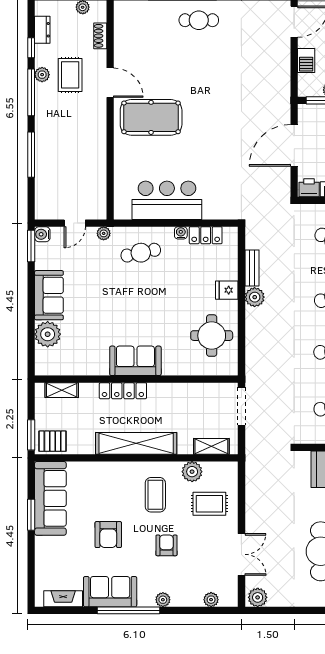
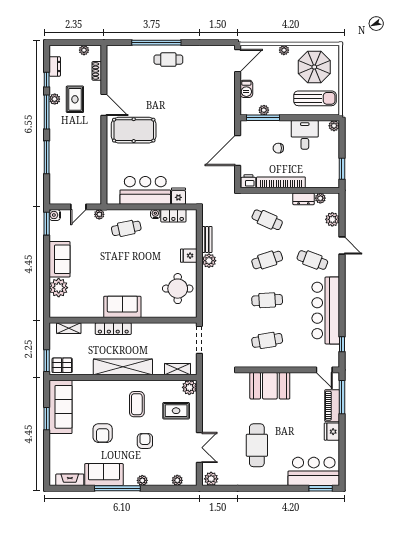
fridge: (213, 208) -> (178, 196), added
plant: (192, 472) -> (189, 387), moved

